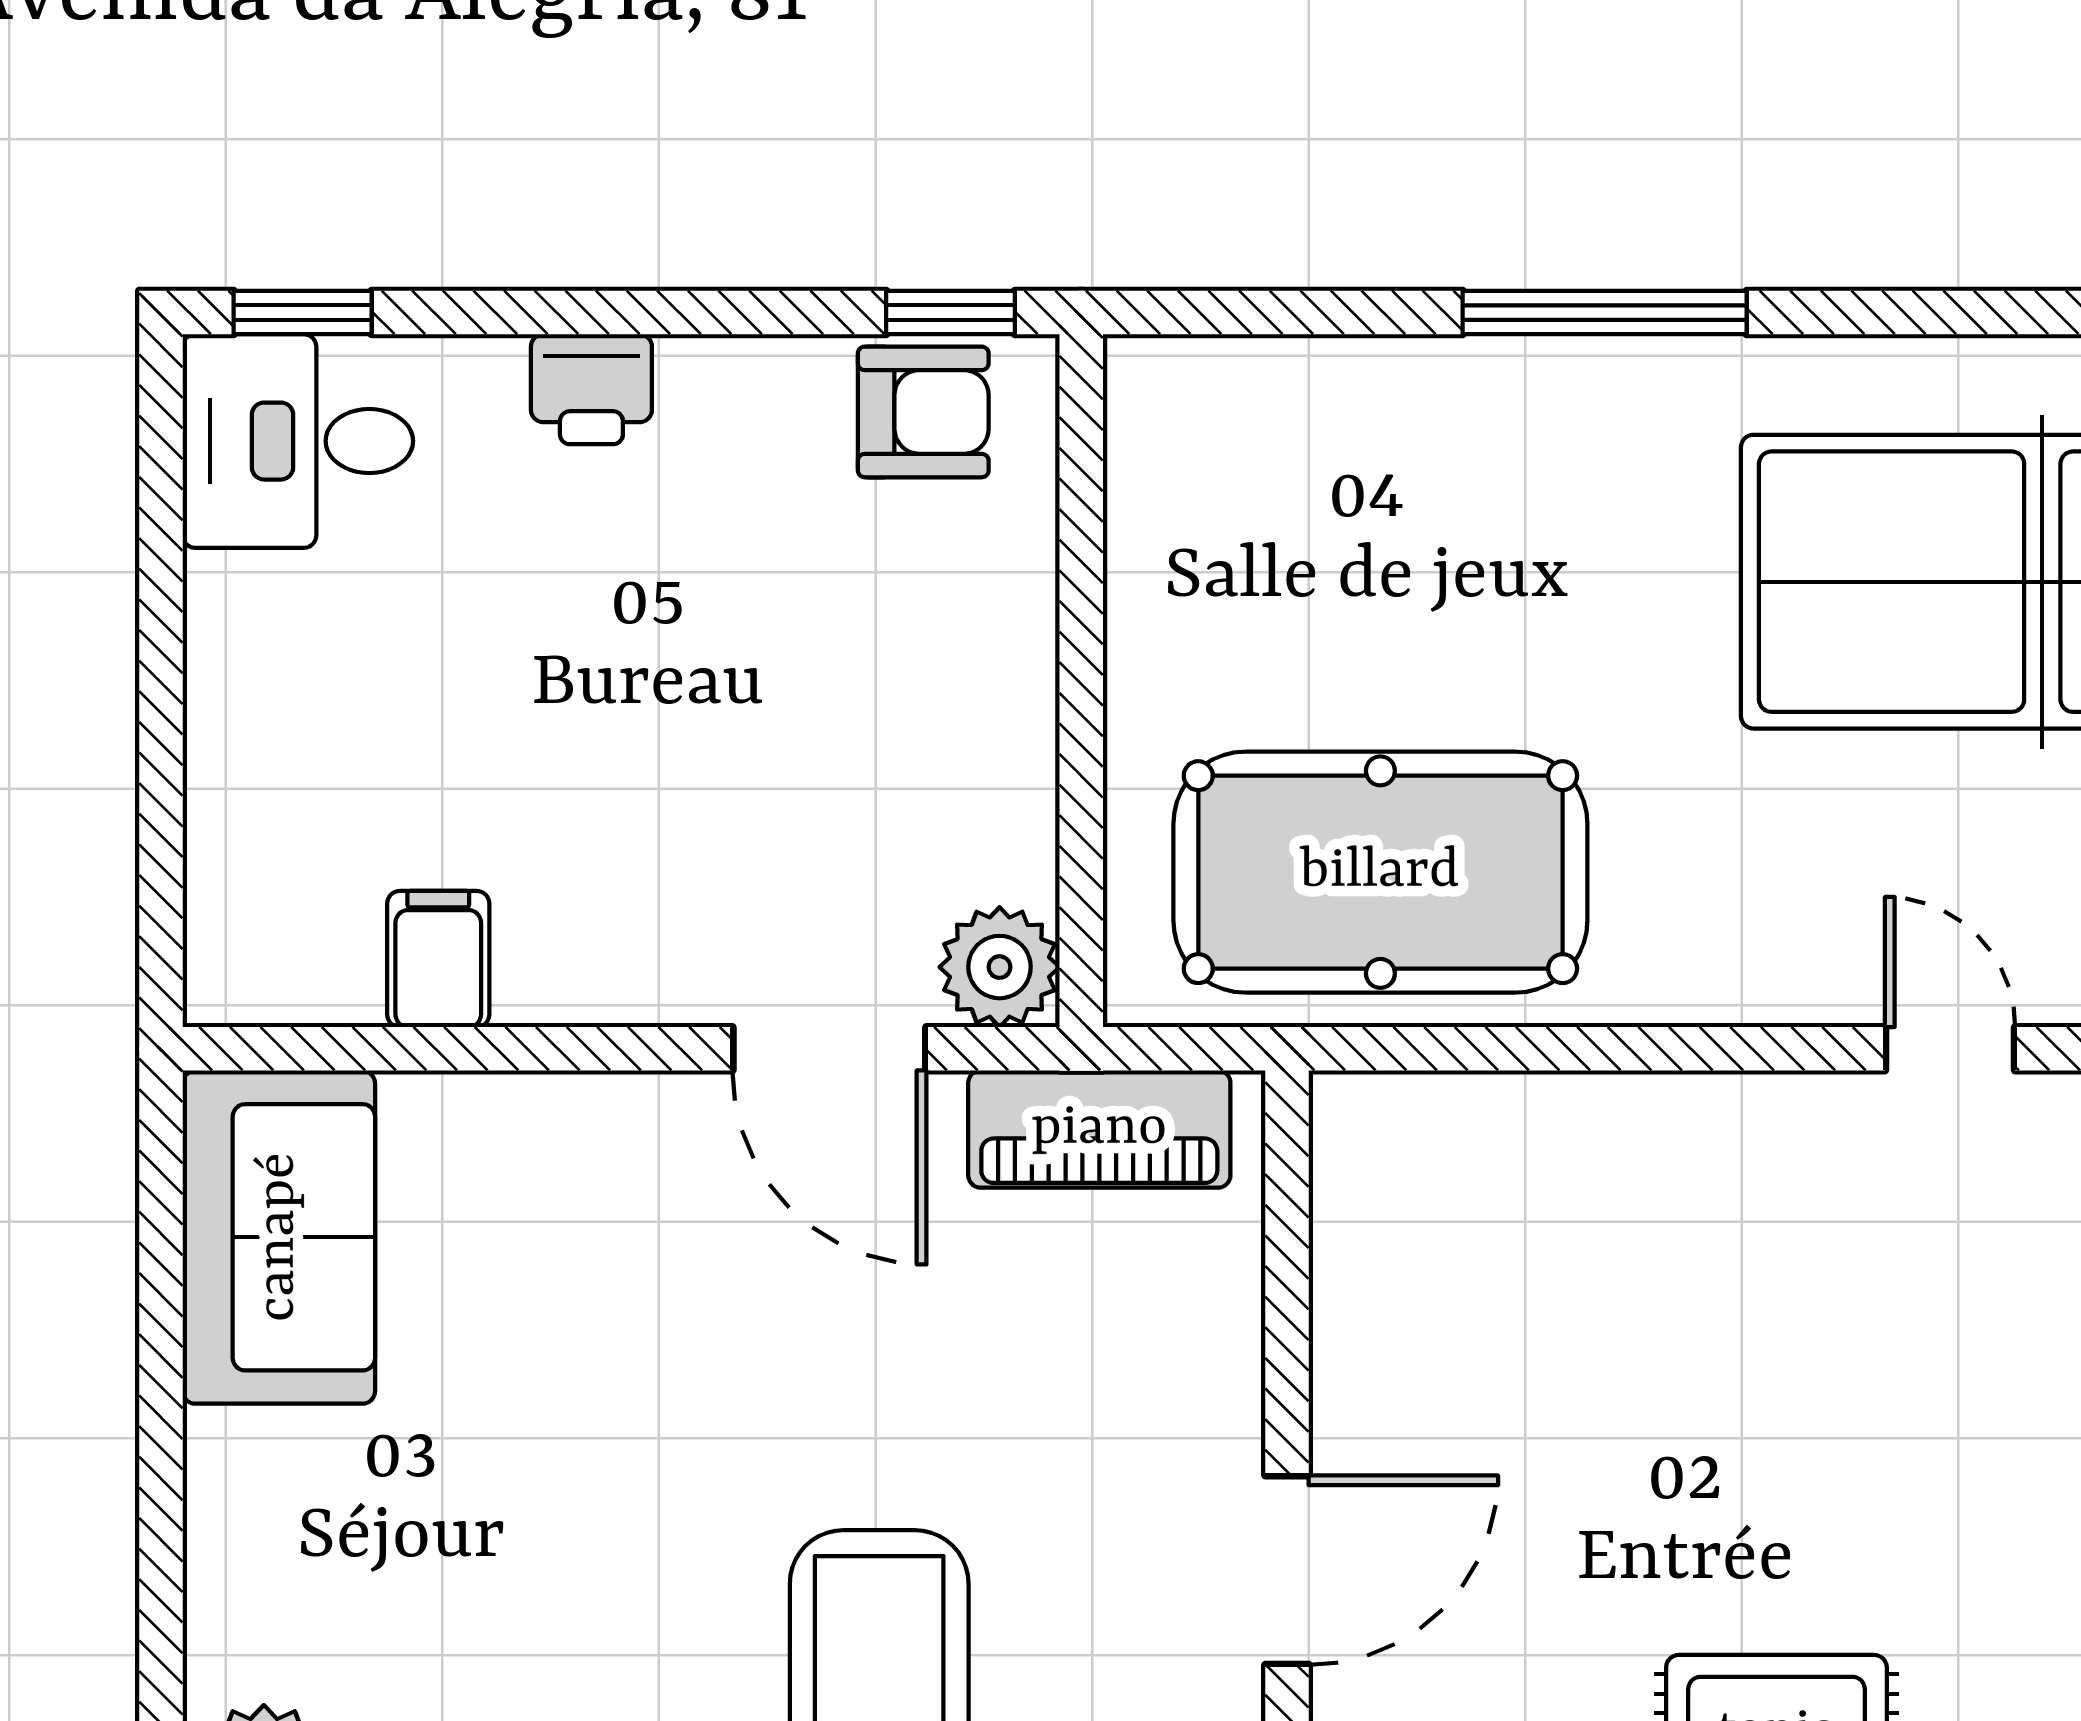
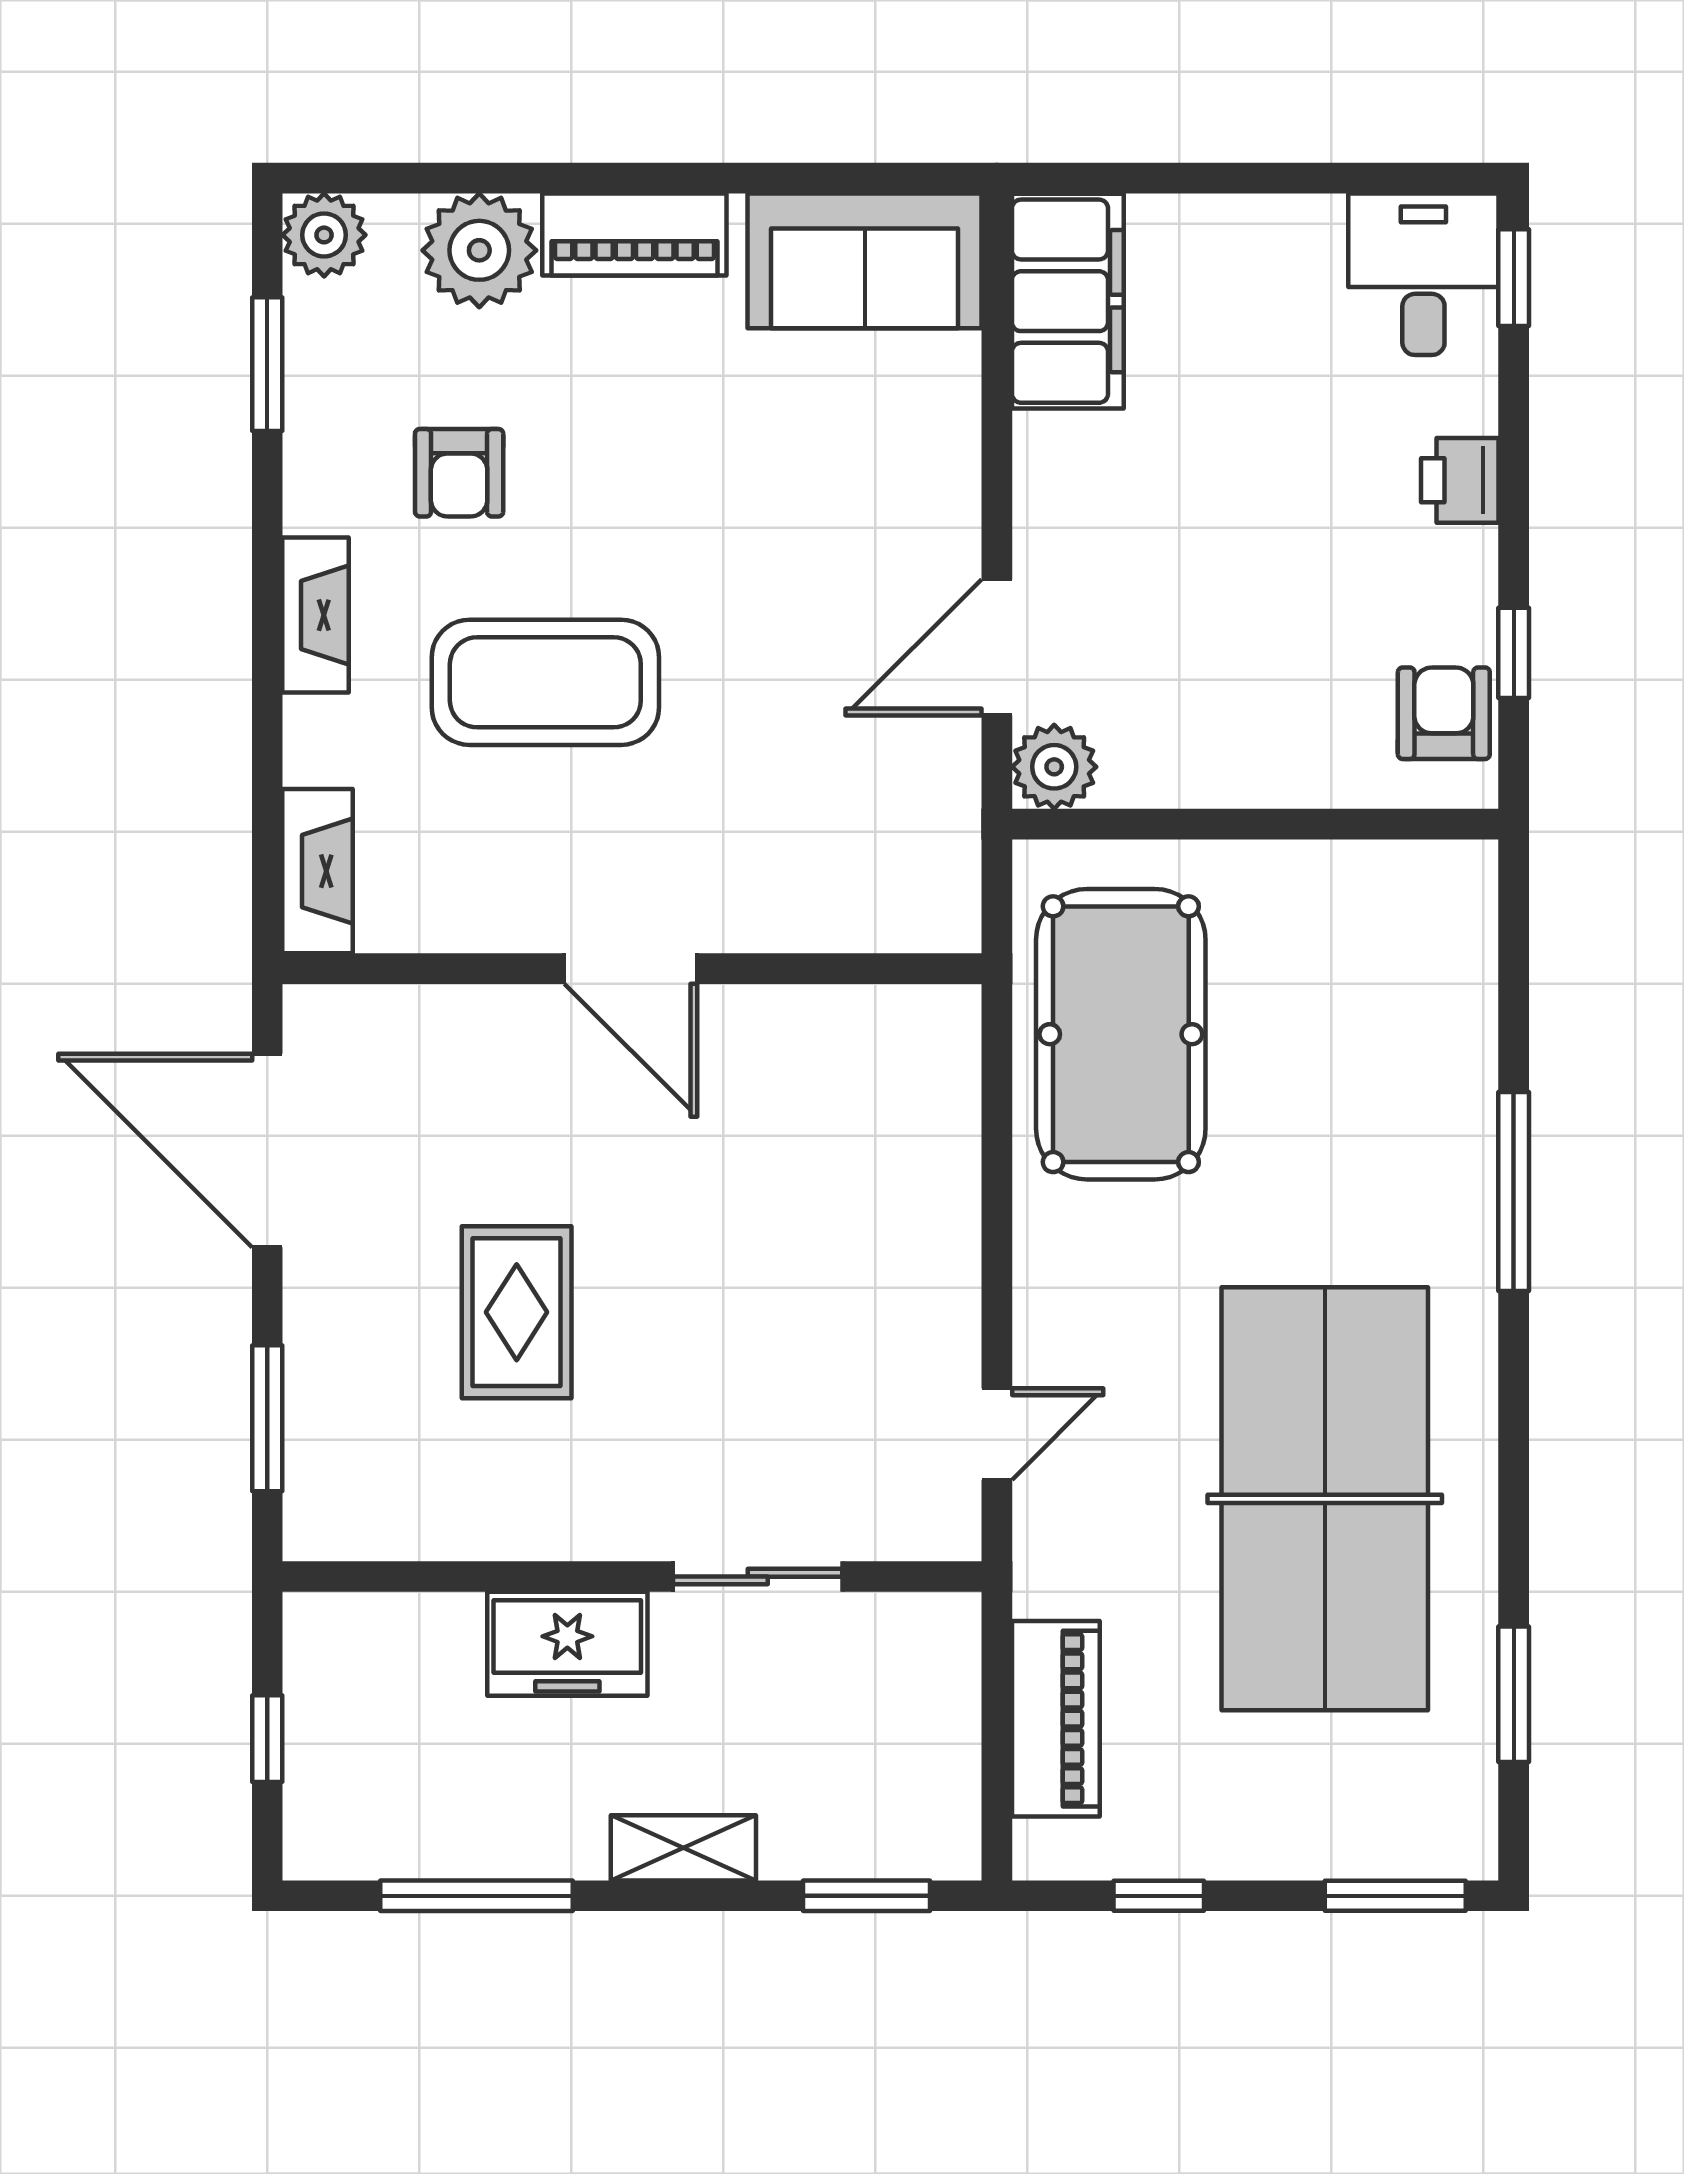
window: (951, 313) -> (1514, 653), moved
armchair: (923, 412) -> (1444, 713), turned 180
filing cabinet: (438, 959) -> (1068, 301), width x3.00, depth x1.17
piano: (1099, 1129) -> (634, 235), moved, turned -90

